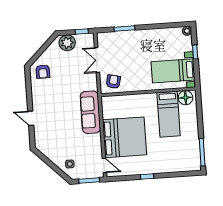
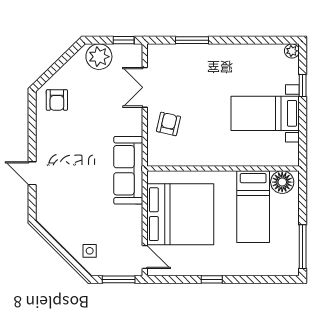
wall: (148, 92) -> (223, 168), moved
floor lamp: (186, 98) -> (282, 182), moved
bed: (169, 114) -> (253, 207), moved

